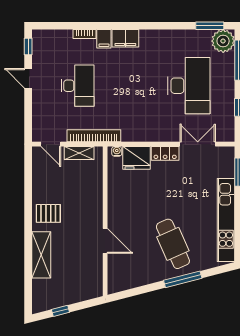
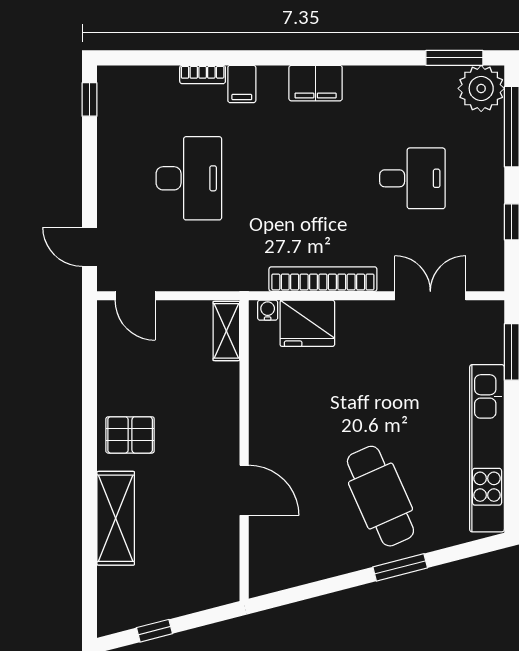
filing cabinet: (125, 38) -> (316, 83), moved
door: (28, 78) -> (90, 247), moved
desk: (189, 86) -> (412, 178), width x0.53, depth x0.77
bookcase: (94, 136) -> (323, 279), moved
shelving: (79, 153) -> (226, 331), moved, turned 90
locker: (165, 153) -> (365, 314), removed
window: (183, 279) -> (400, 567), width x0.69

